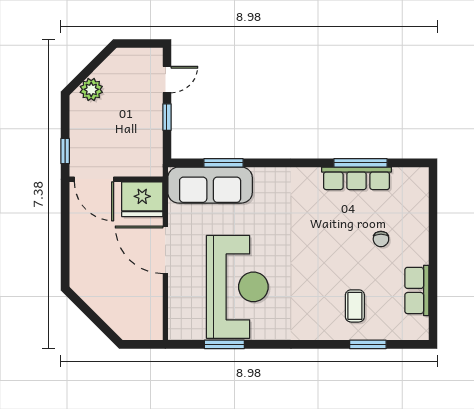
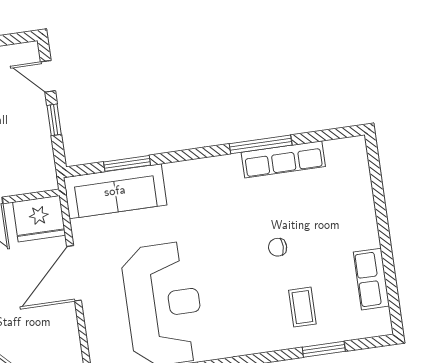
door: (167, 80) -> (48, 76), swing flipped
window: (360, 163) -> (261, 144), moved
chair: (381, 239) -> (278, 247), moved, turned 90
door: (165, 250) -> (74, 273), hinge flipped

